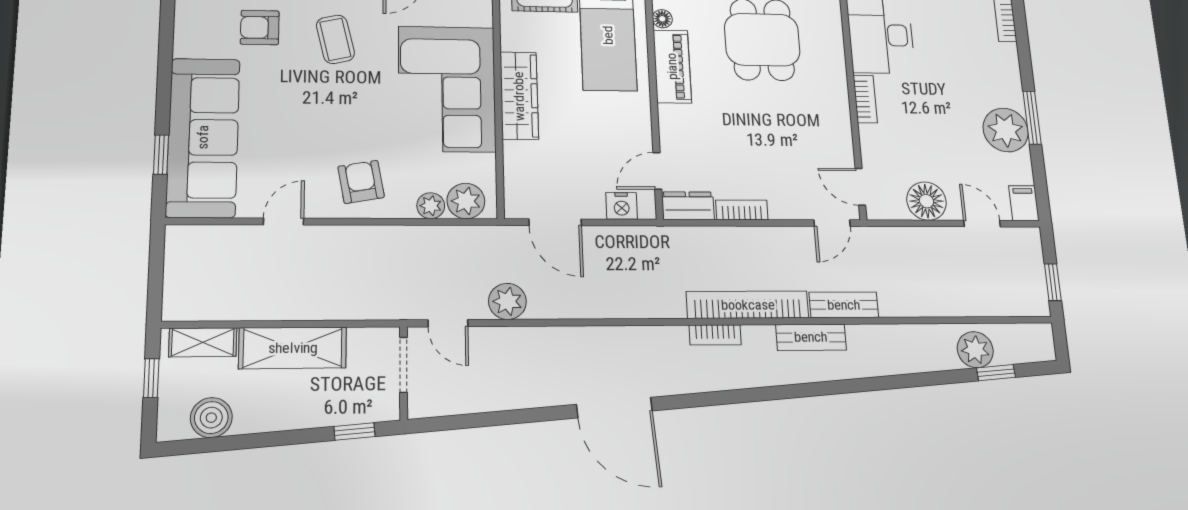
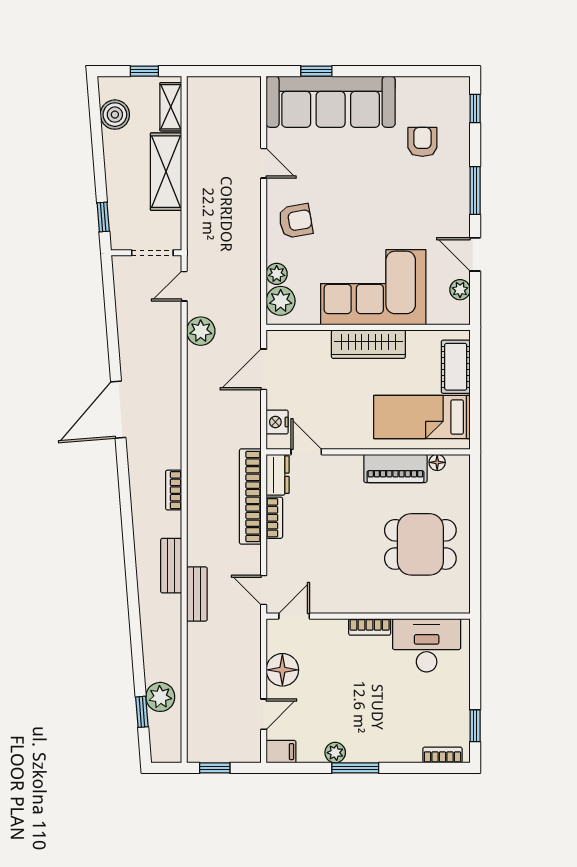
coffee table: (335, 39) -> (414, 200), removed
plant: (1006, 130) -> (335, 753), width x0.53, depth x0.53
bookcase: (748, 305) -> (250, 497), moved, turned 180

